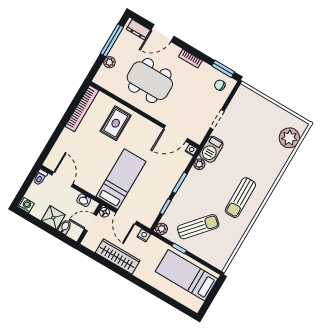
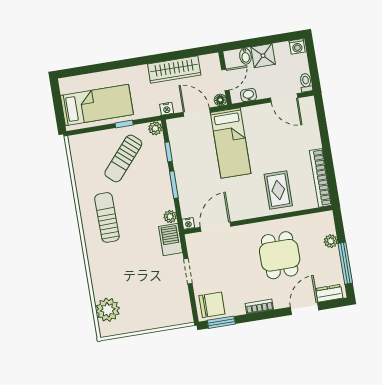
dining table: (150, 81) -> (280, 255), width x0.73
chair: (220, 85) -> (212, 305), width x1.87, depth x1.87

